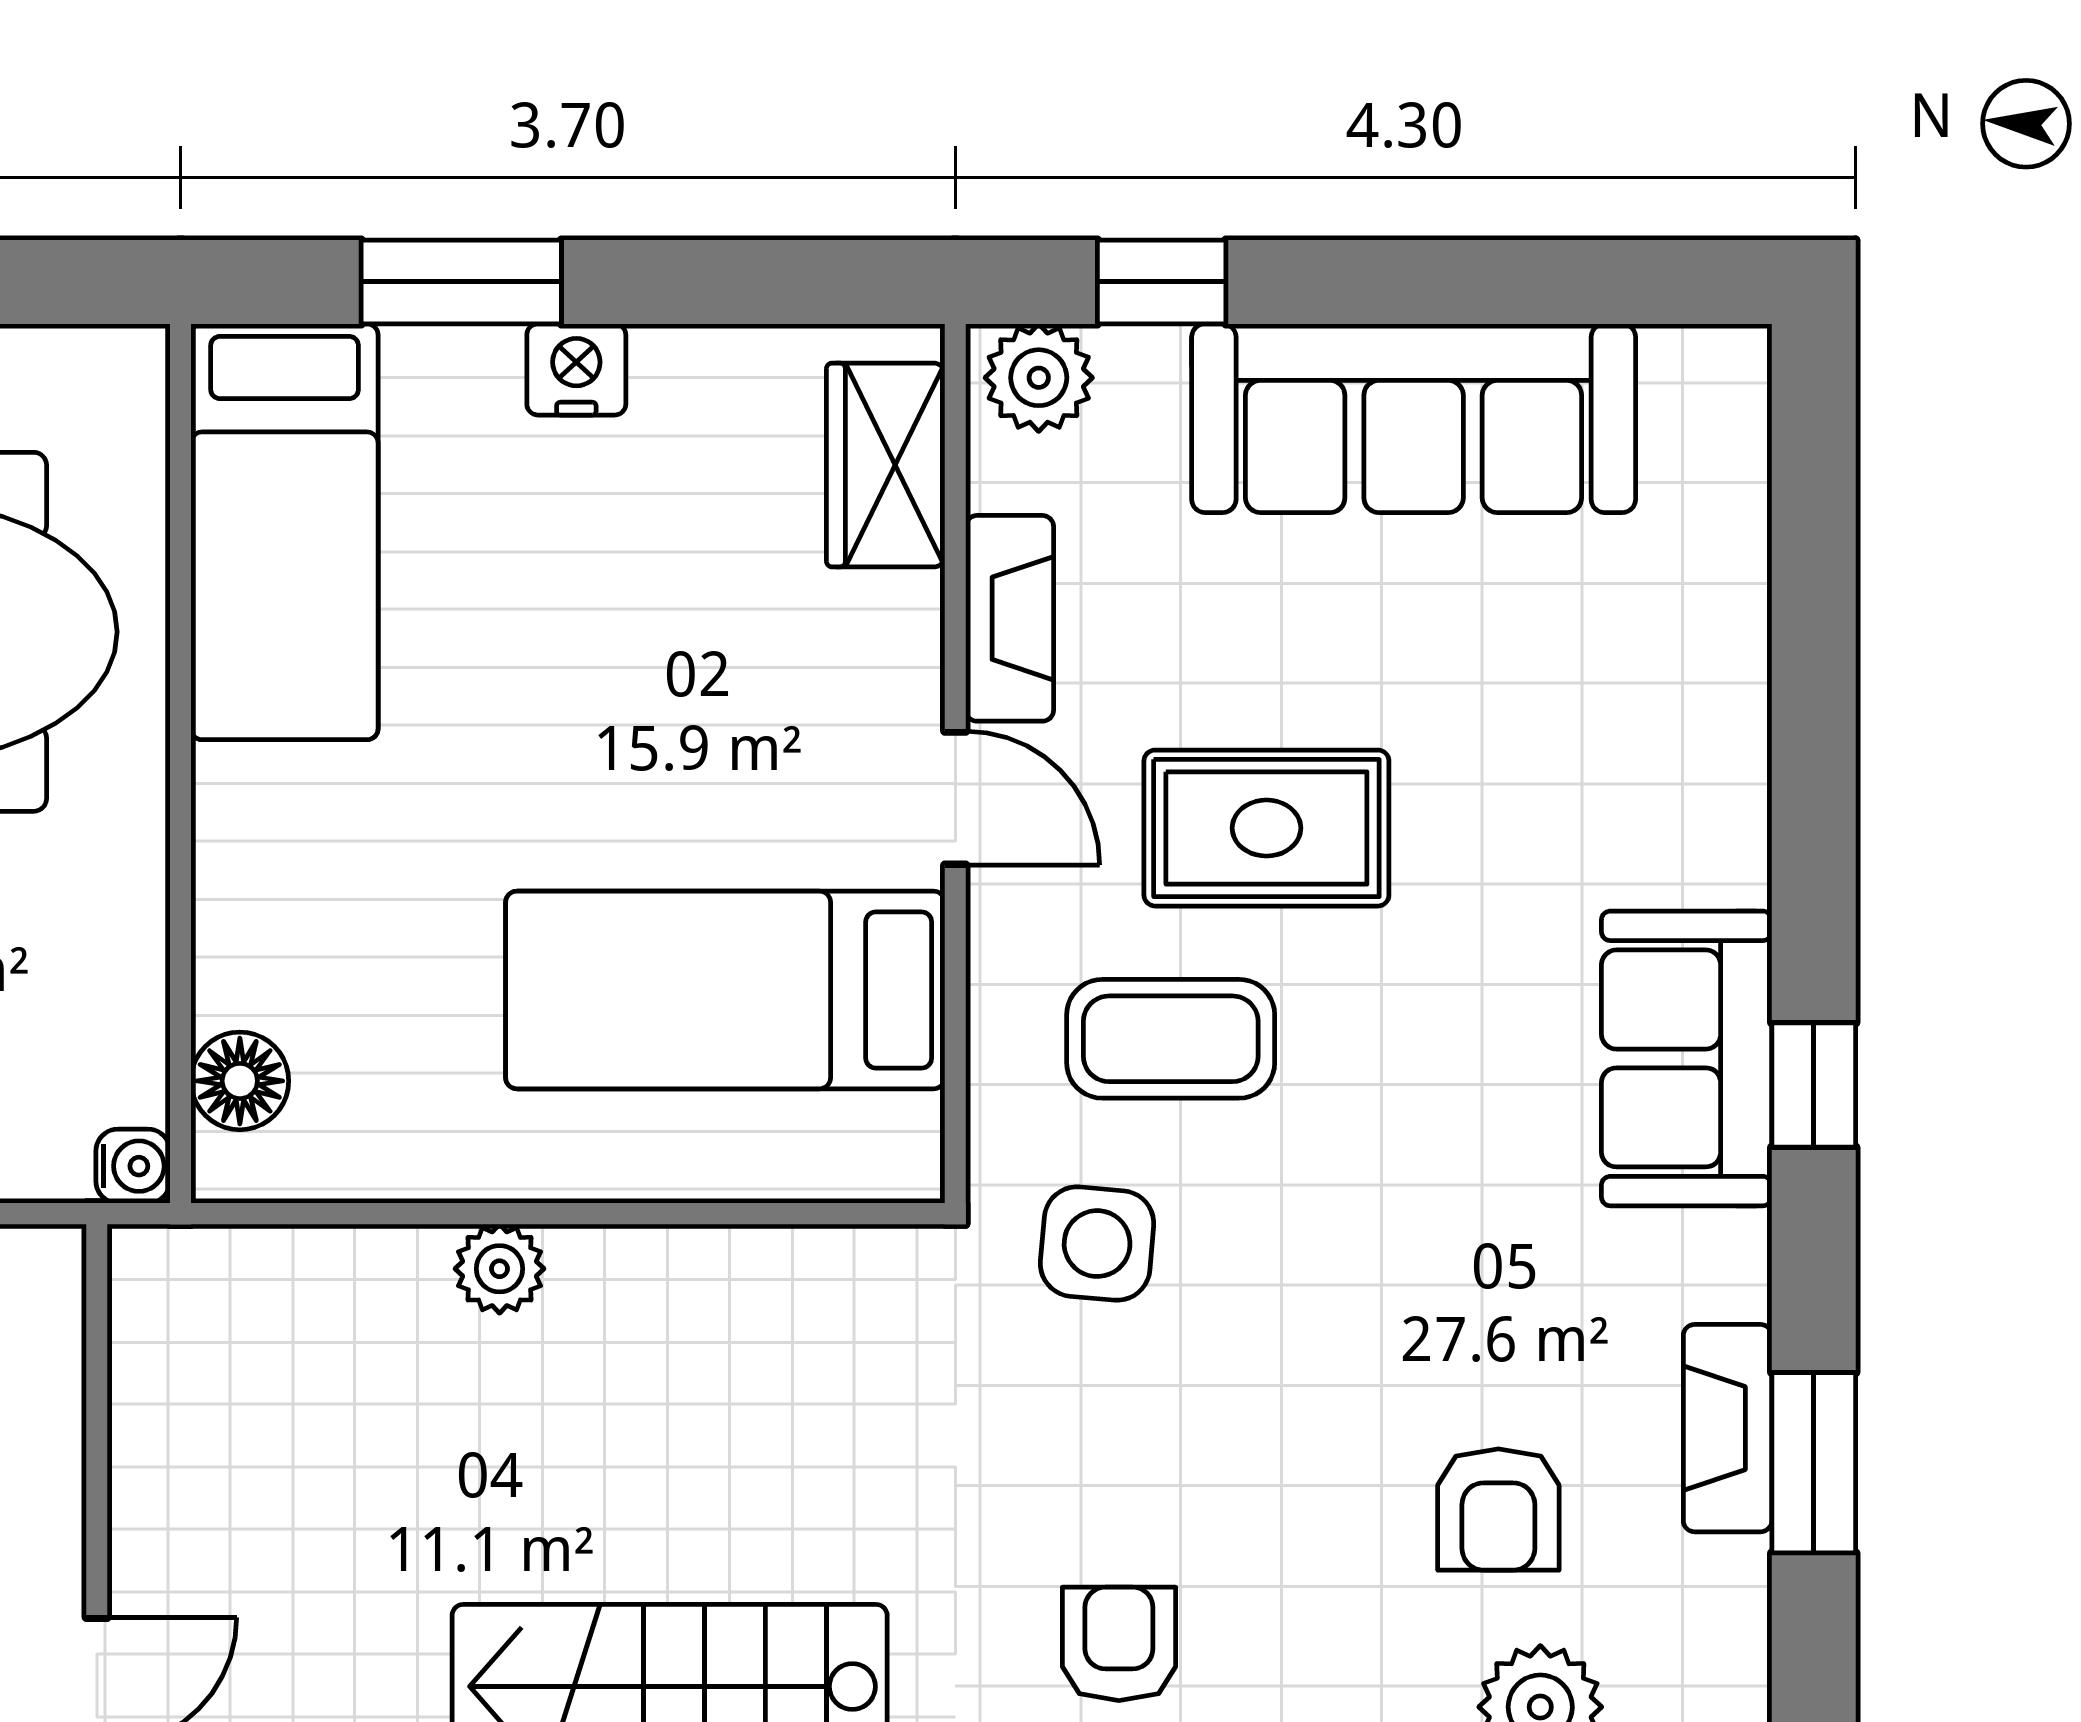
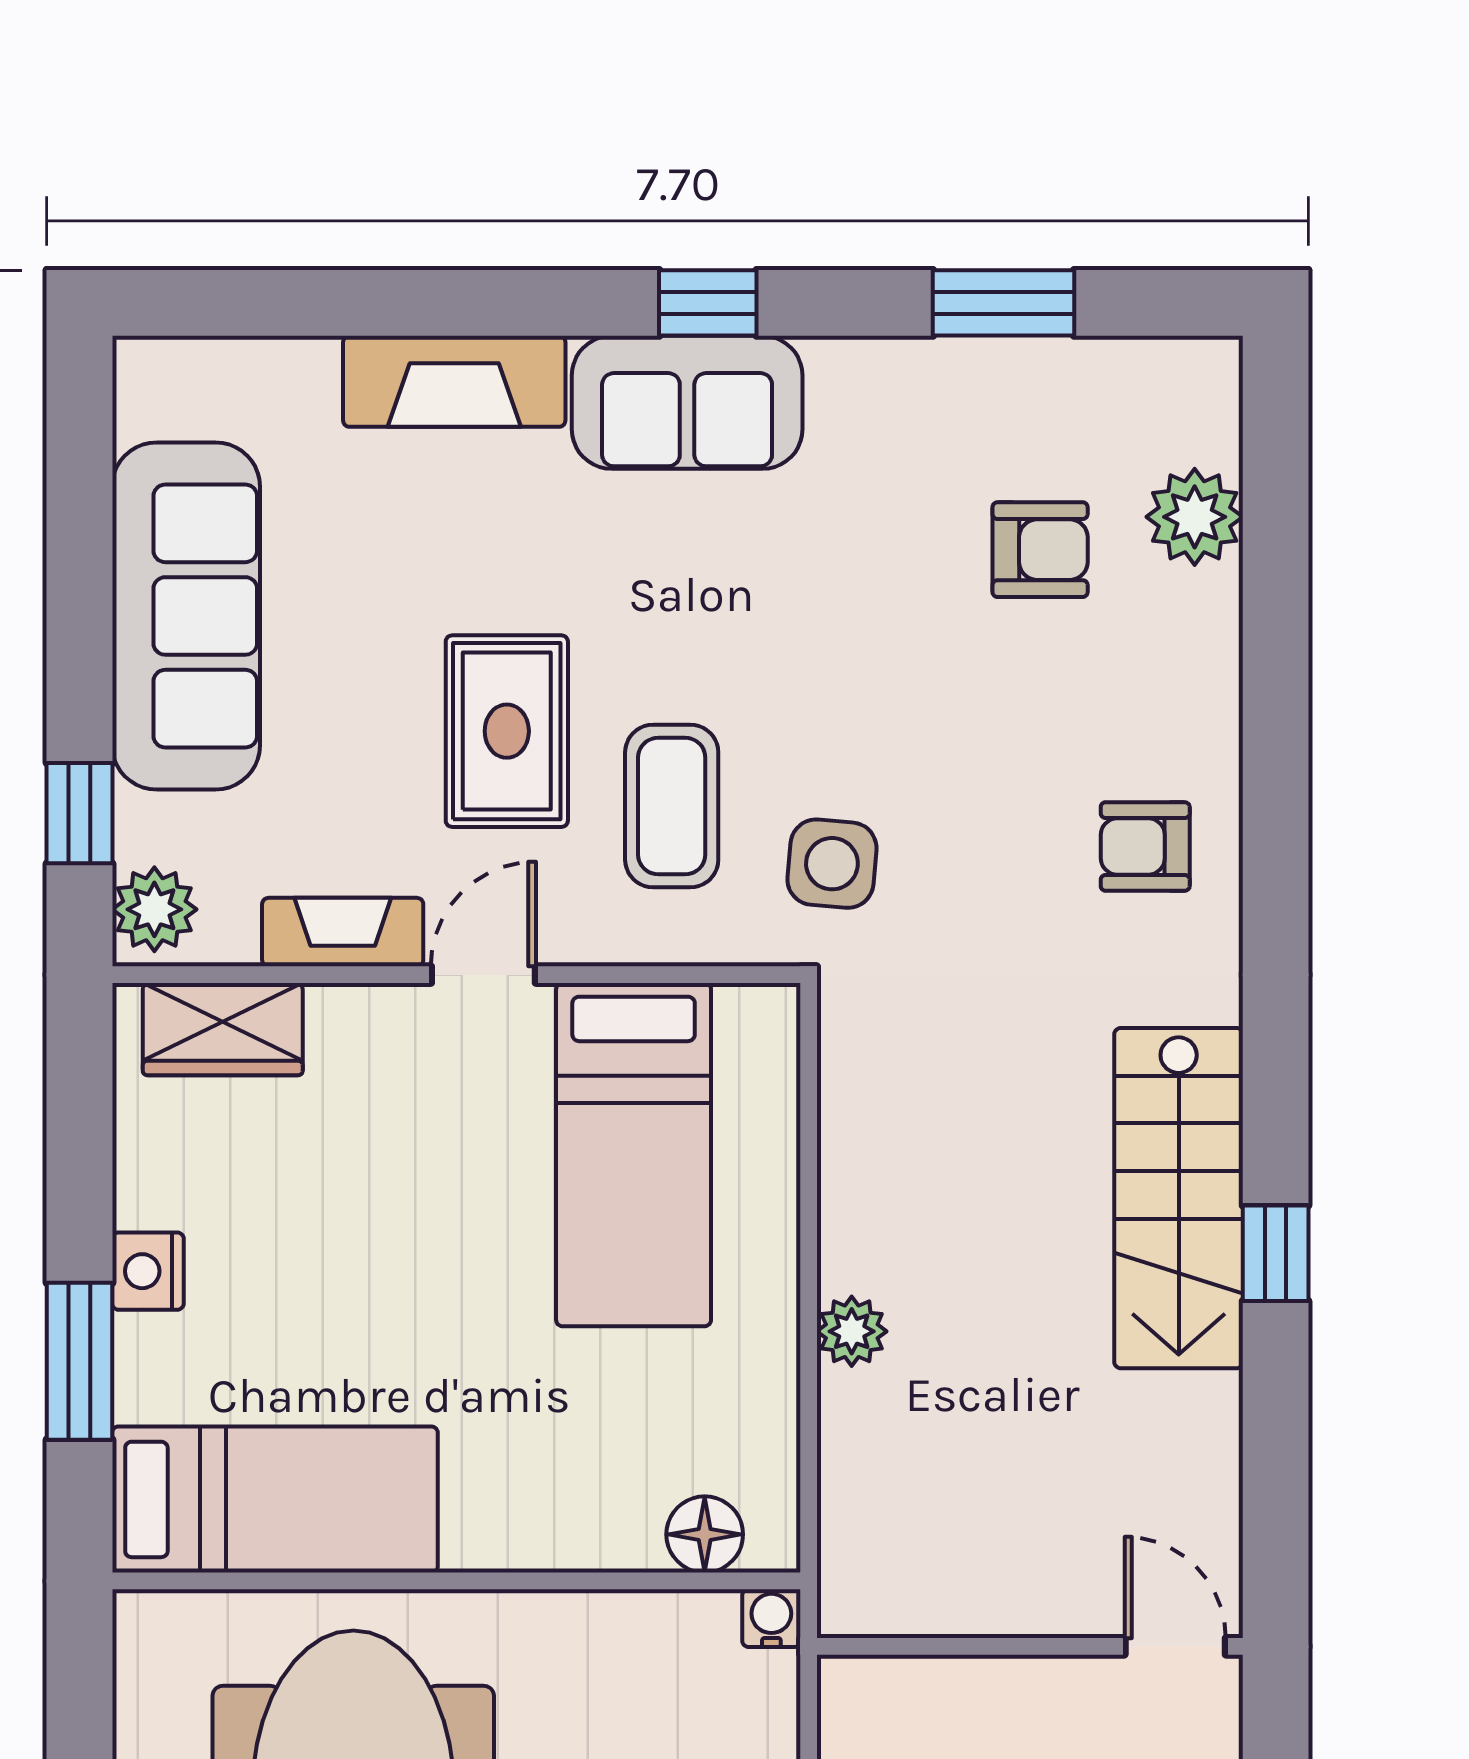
fireplace: (1728, 1428) -> (454, 381), moved, width x1.37, depth x1.32

